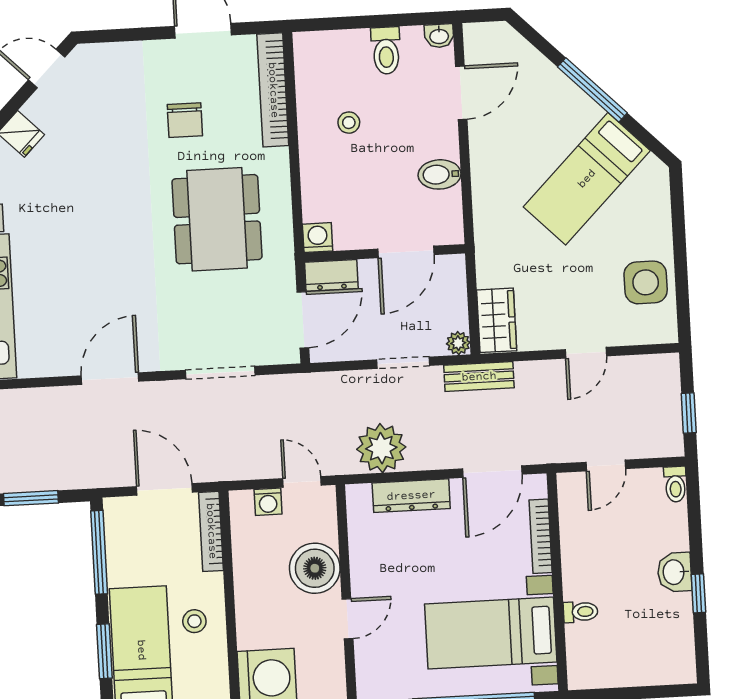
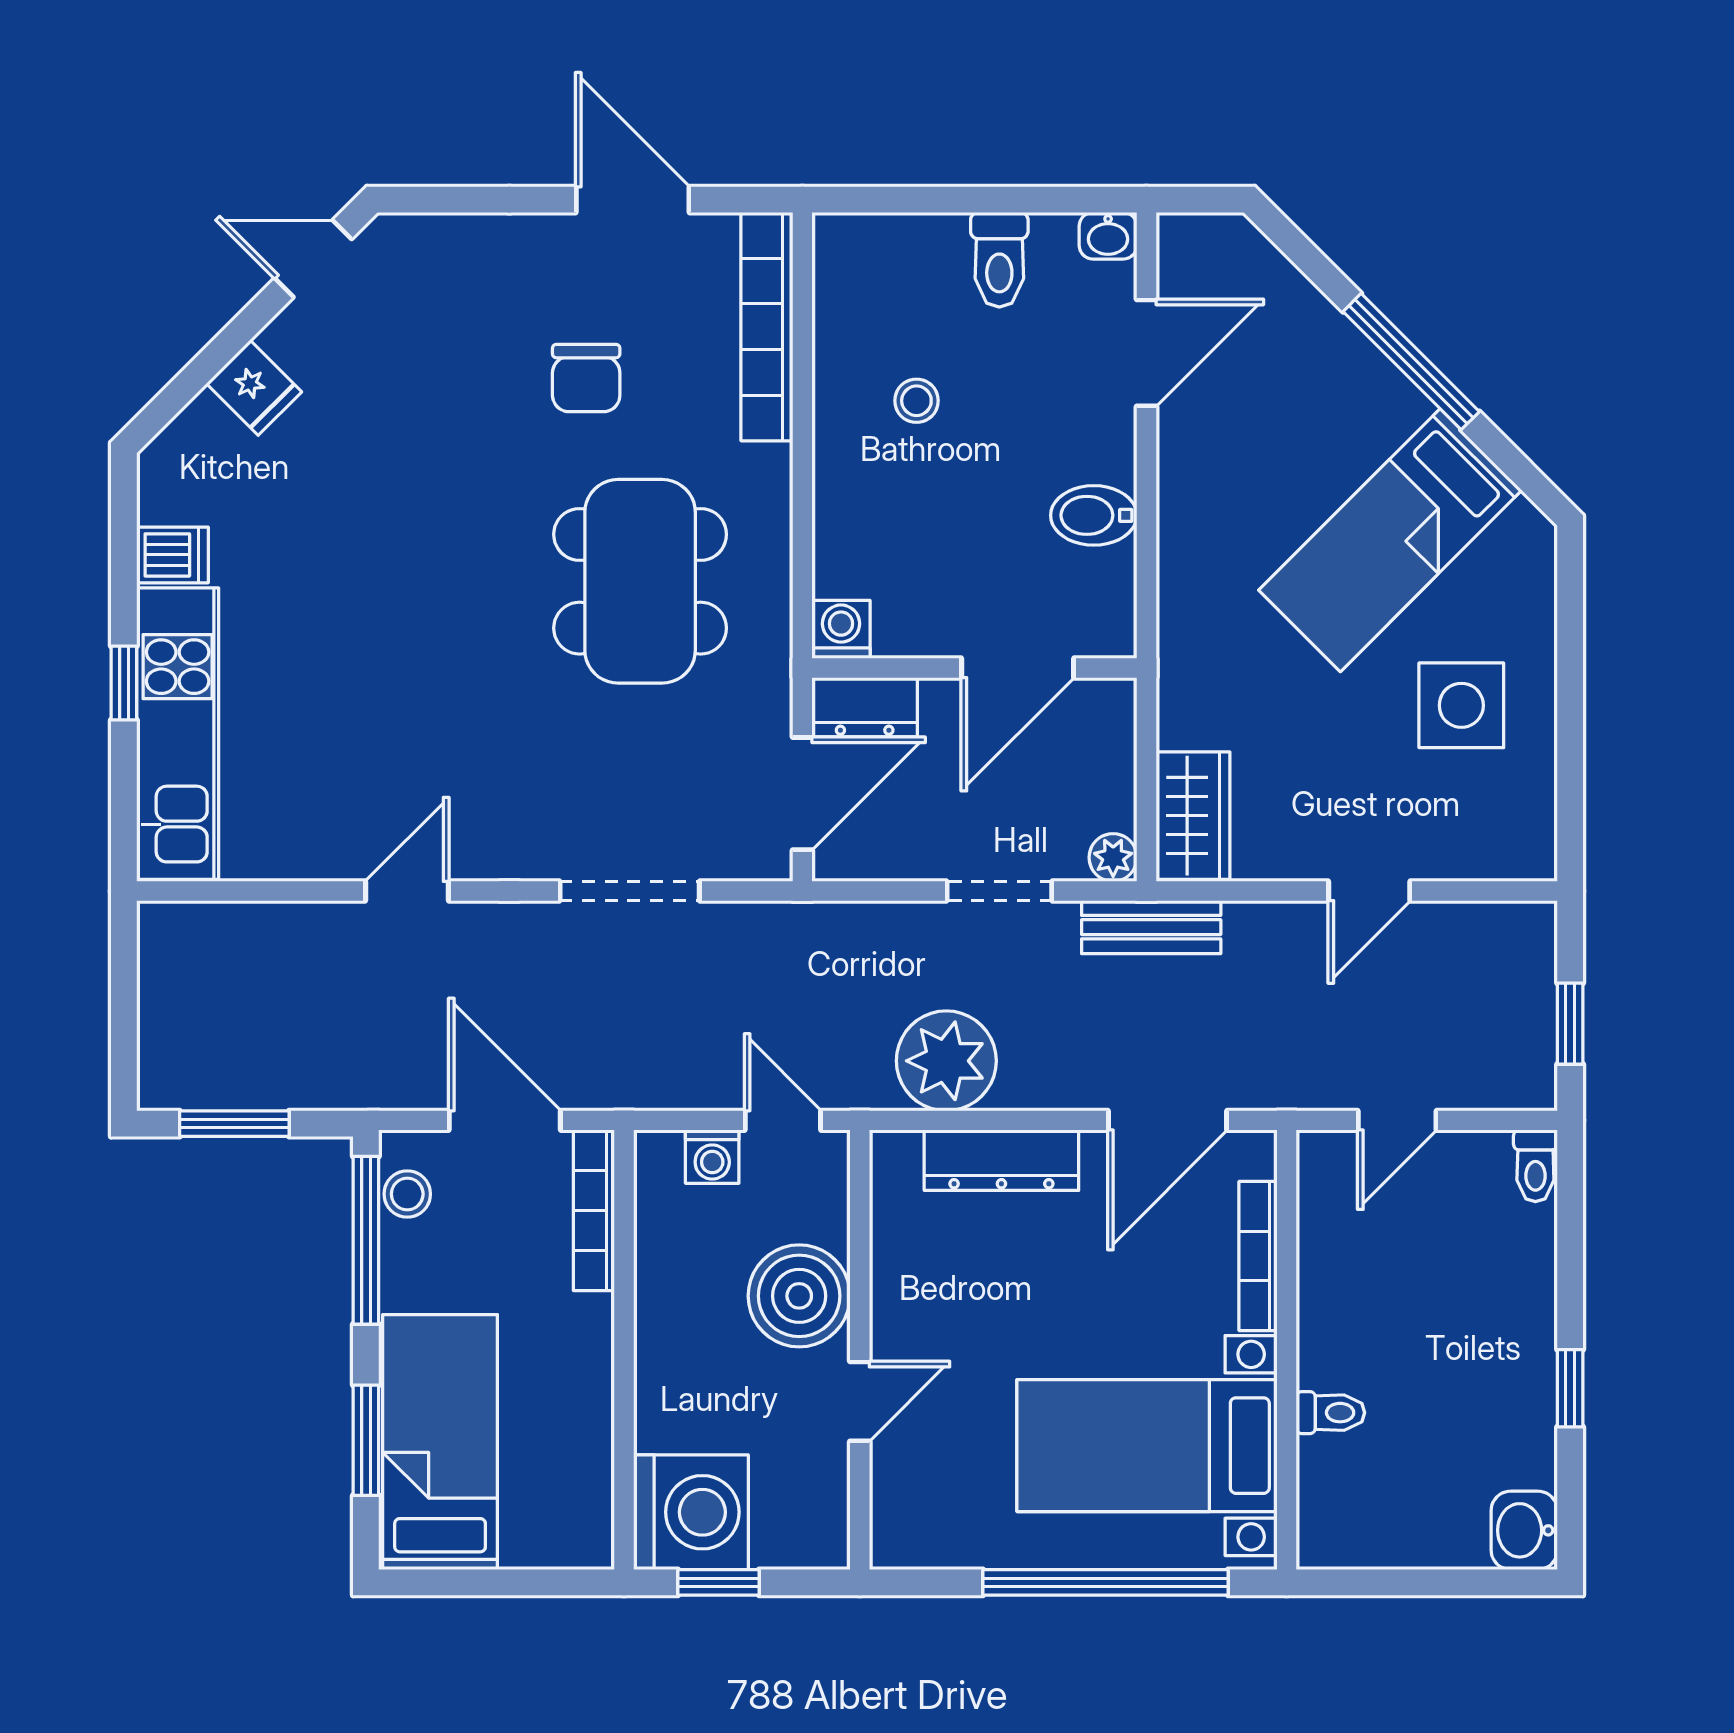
side table: (646, 282) -> (1461, 705), moved
door: (110, 379) -> (407, 891), width x0.73
washbasin: (675, 572) -> (1524, 1530), moved
stool: (194, 621) -> (407, 1194), moved

